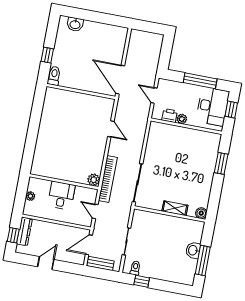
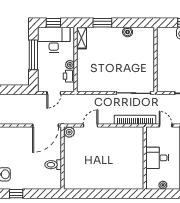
window: (47, 55) -> (16, 194), moved
toilet: (54, 76) -> (53, 165), moved
plant: (94, 180) -> (69, 132), moved
shelving: (175, 208) -> (81, 38), moved
door: (95, 211) -> (166, 126), swing flipped
boiler: (201, 213) -> (128, 32), moved

